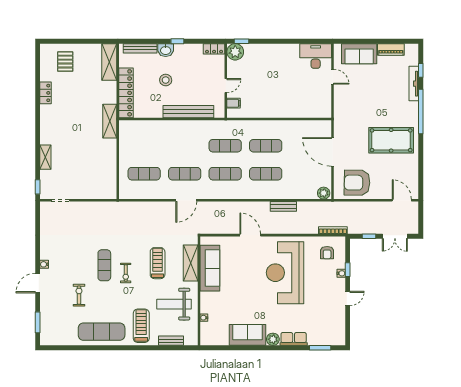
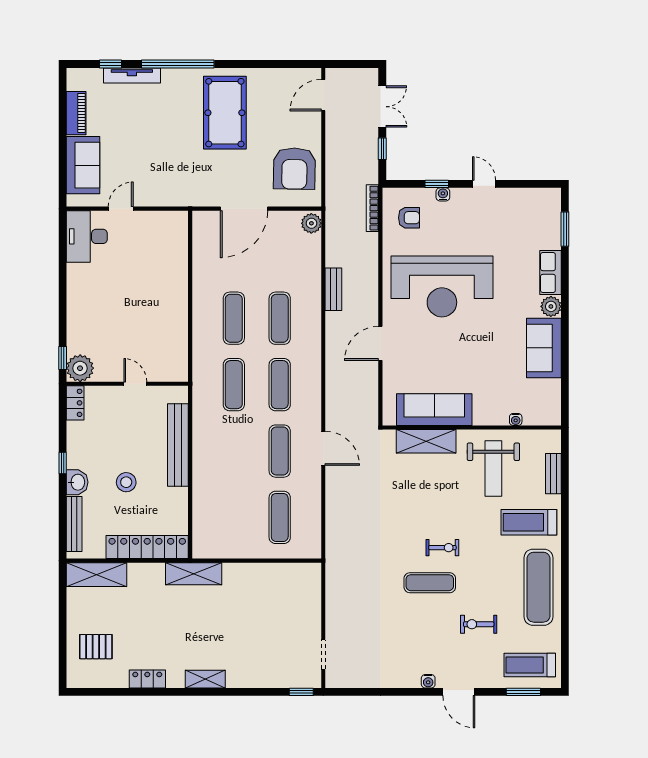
filing cabinet: (234, 103) -> (164, 371), removed
shelving: (45, 157) -> (205, 679), moved
treadmill: (158, 263) -> (530, 665), moved

